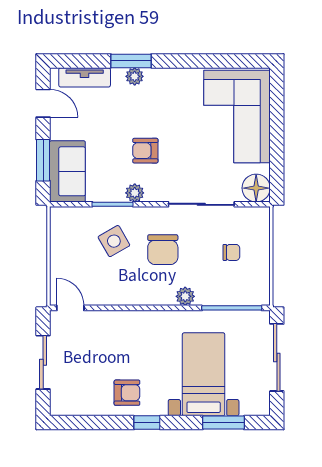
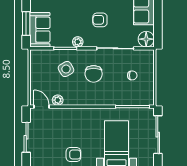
armchair: (145, 151) -> (100, 20), moved
plant: (185, 296) -> (58, 100), moved

